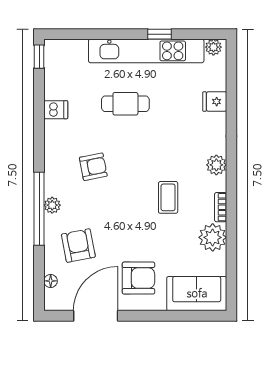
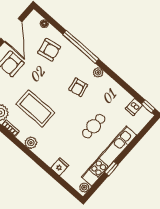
dishwasher: (56, 110) -> (134, 107), moved
coffee table: (168, 197) -> (35, 108), width x1.86, depth x1.72
plant: (52, 205) -> (98, 72), moved

